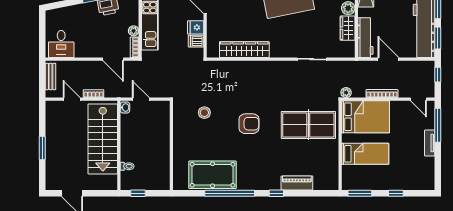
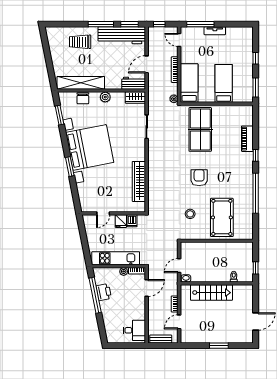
wardrobe: (348, 28) -> (135, 98), moved
workbench: (365, 38) -> (134, 83), width x0.73
door: (418, 99) -> (179, 40), swing flipped
bed: (365, 117) -> (189, 83), width x0.67
stairs: (103, 139) -> (211, 293), width x0.73, depth x0.66
pool table: (213, 175) -> (222, 217), moved

